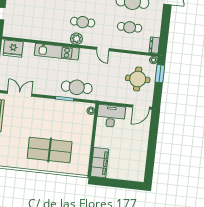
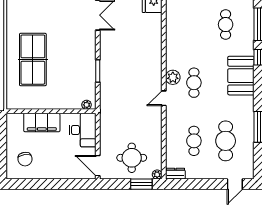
door: (103, 49) -> (164, 98), moved
kitchen unit: (57, 52) -> (154, 55), removed
cafe table: (77, 87) -> (113, 84), removed
filing cabinet: (100, 163) -> (42, 123), moved
chair: (129, 165) -> (25, 159), added

